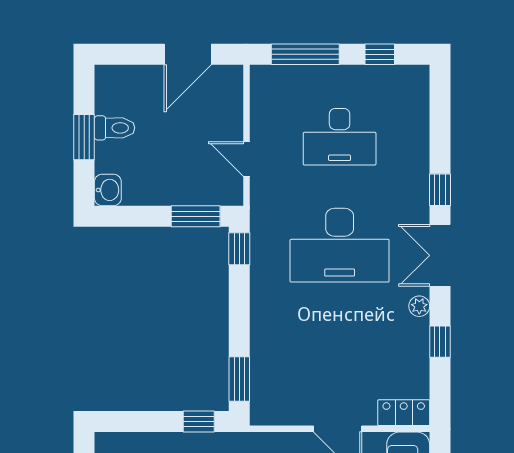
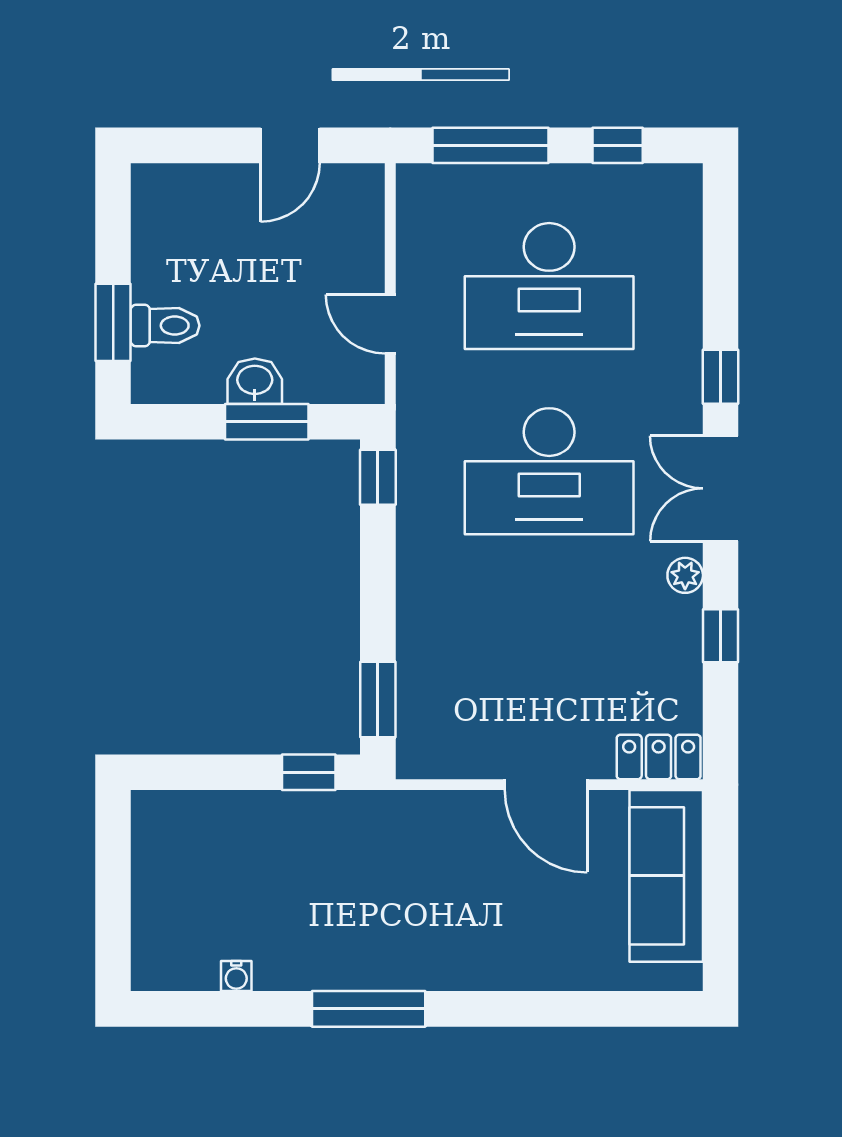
door: (188, 54) -> (290, 145), width x0.73
toilet: (115, 128) -> (165, 326), moved
window: (84, 137) -> (113, 322), moved
desk: (340, 137) -> (549, 286), width x1.36, depth x1.30
washbasin: (108, 190) -> (255, 381), moved, turned -90
window: (196, 216) -> (267, 422), moved

